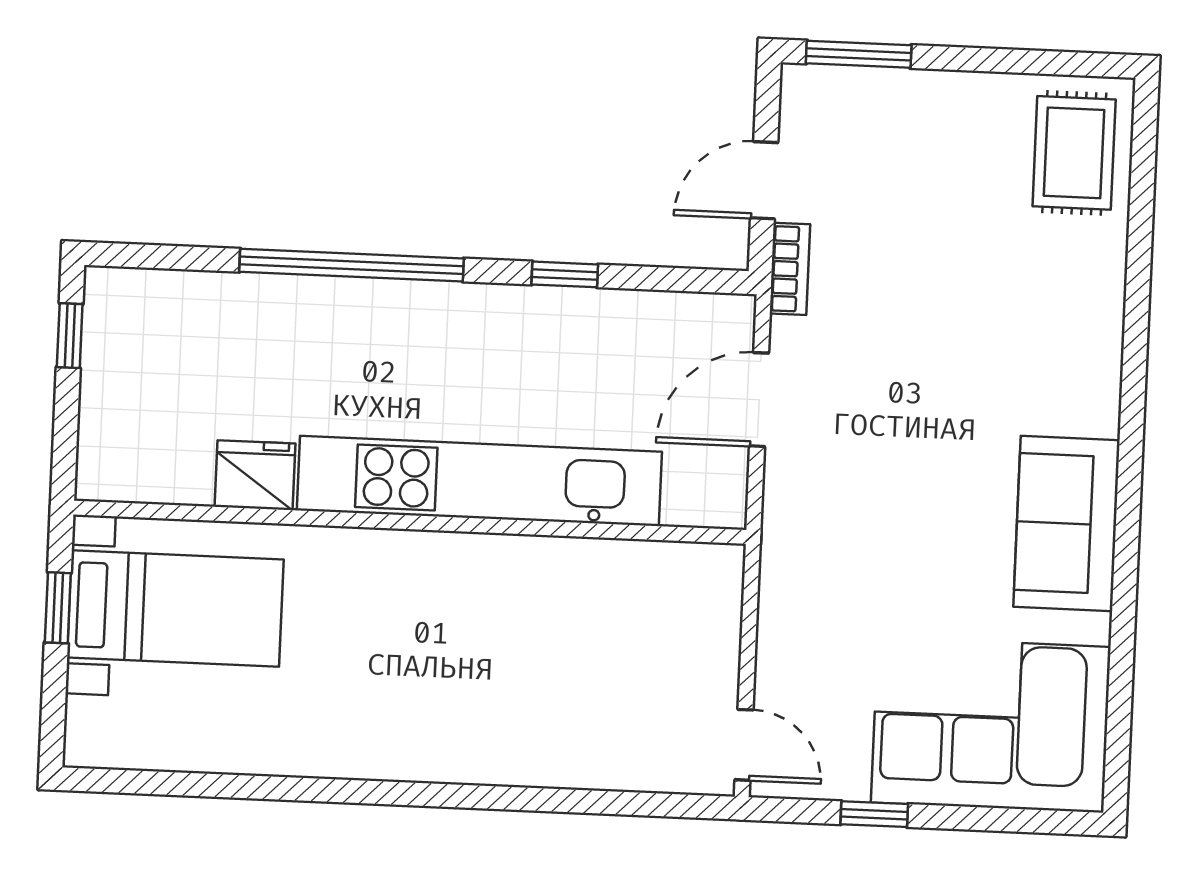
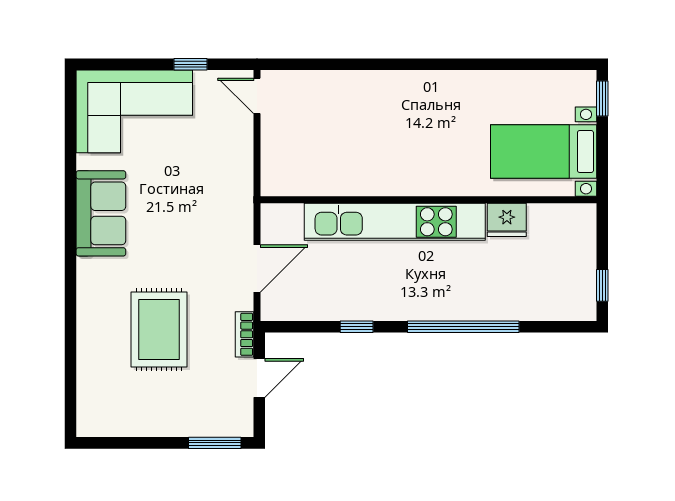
rug: (1074, 153) -> (159, 329), moved, width x1.36, depth x1.43
window: (58, 608) -> (602, 98), moved

